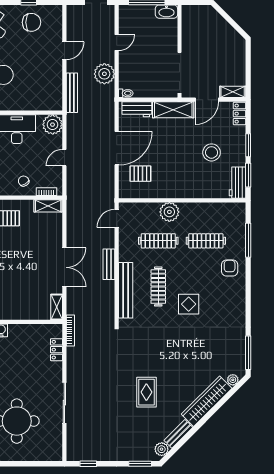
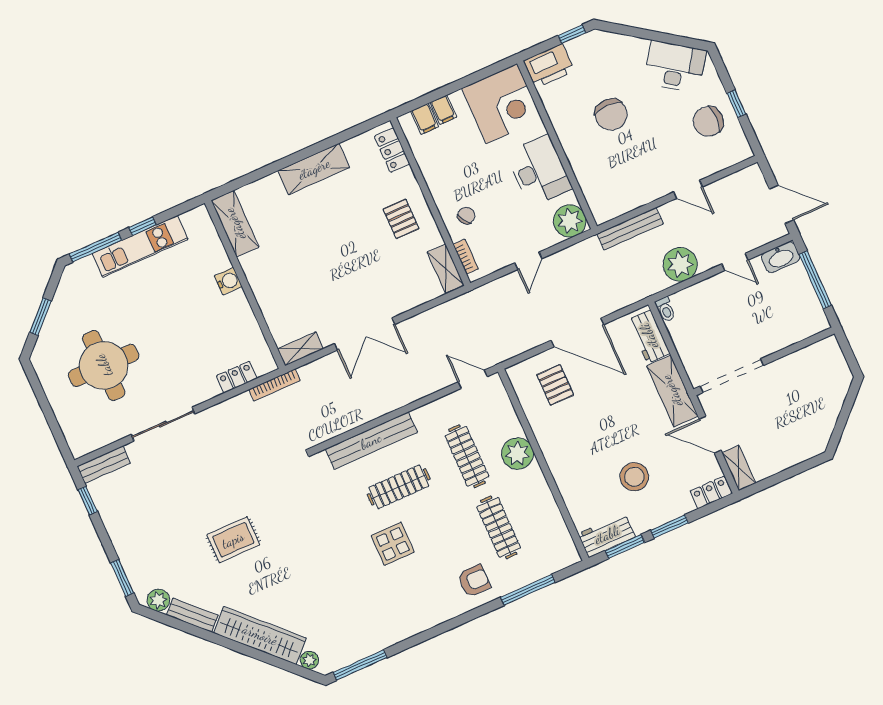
washbasin: (166, 12) -> (781, 257), moved, turned -90
chair: (32, 22) -> (708, 121), turned 90
door: (64, 158) -> (528, 261), swing flipped
bench: (109, 264) -> (104, 465), moved

